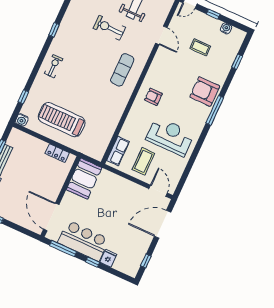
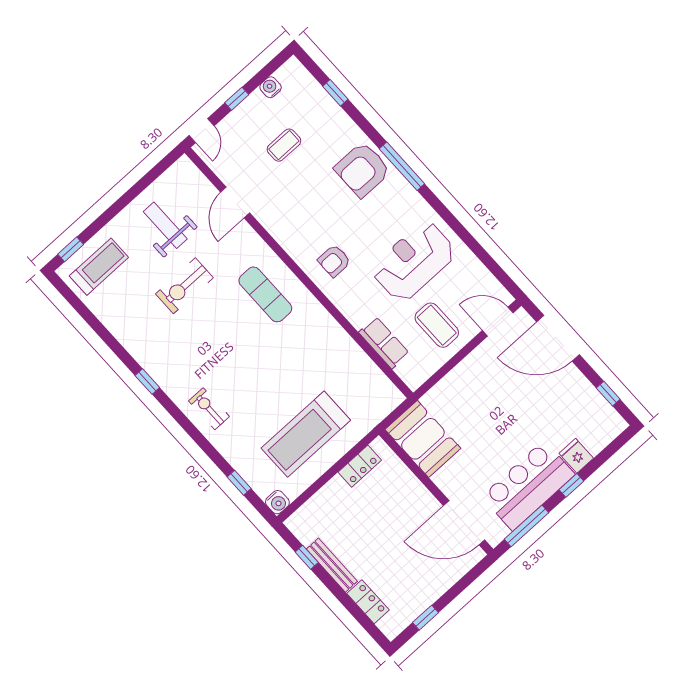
door: (161, 35) -> (235, 203), swing flipped
row of seats: (118, 151) -> (384, 343), moved
door: (163, 224) -> (558, 338), hinge flipped

